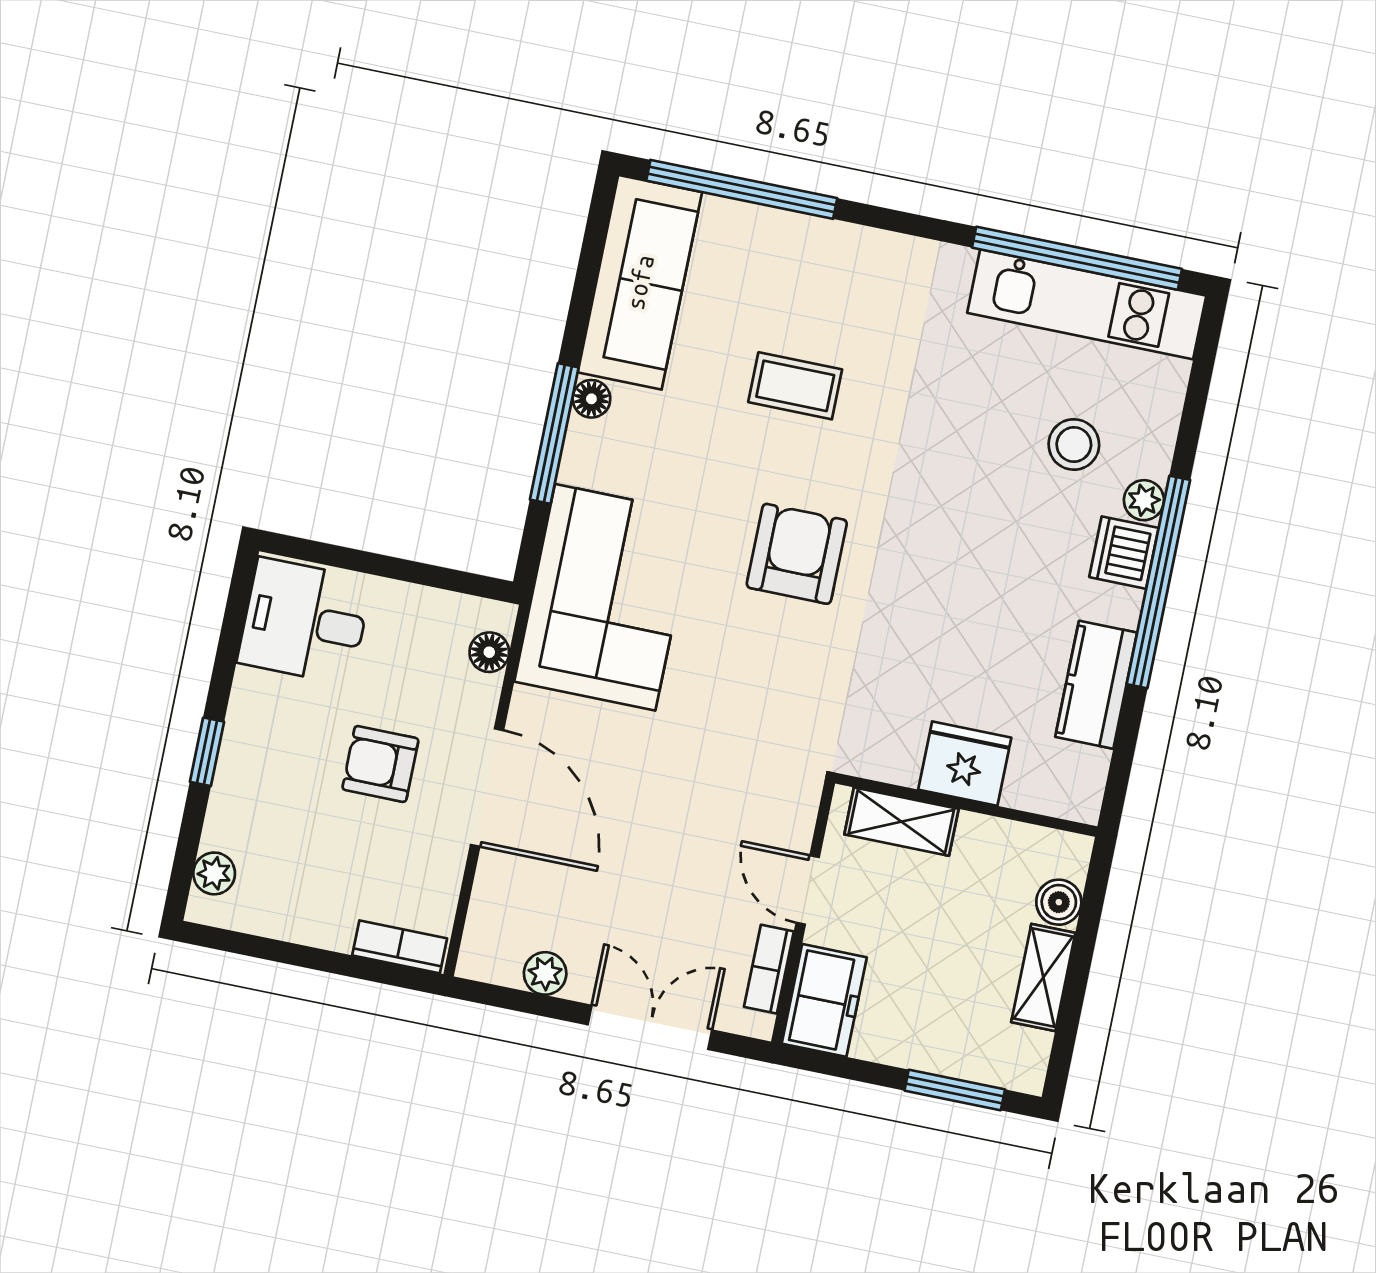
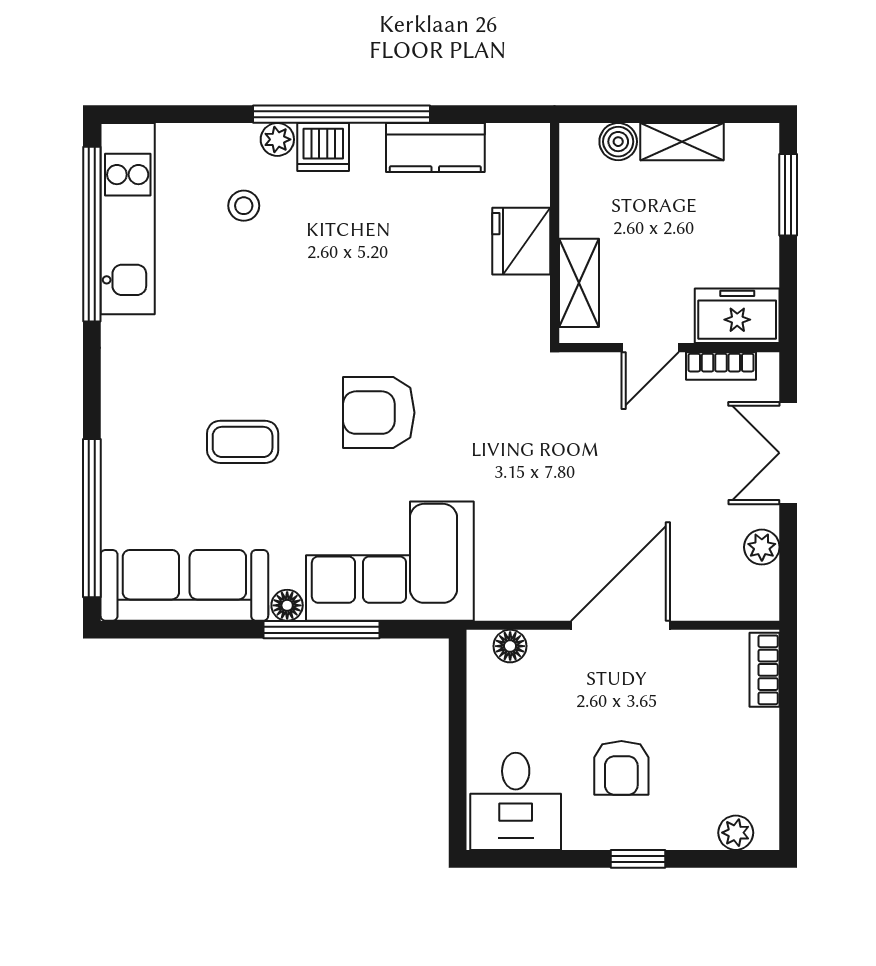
coffee table: (795, 386) -> (243, 442), turned 90
stool: (1074, 444) -> (244, 206), width x0.73, depth x0.73
corner sofa: (605, 597) -> (390, 561), moved
armchair: (380, 764) -> (621, 768), moved

